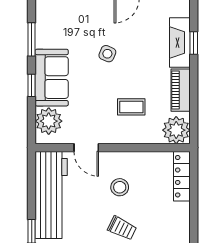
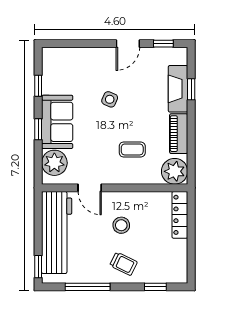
window: (32, 39) -> (38, 86), width x0.67

